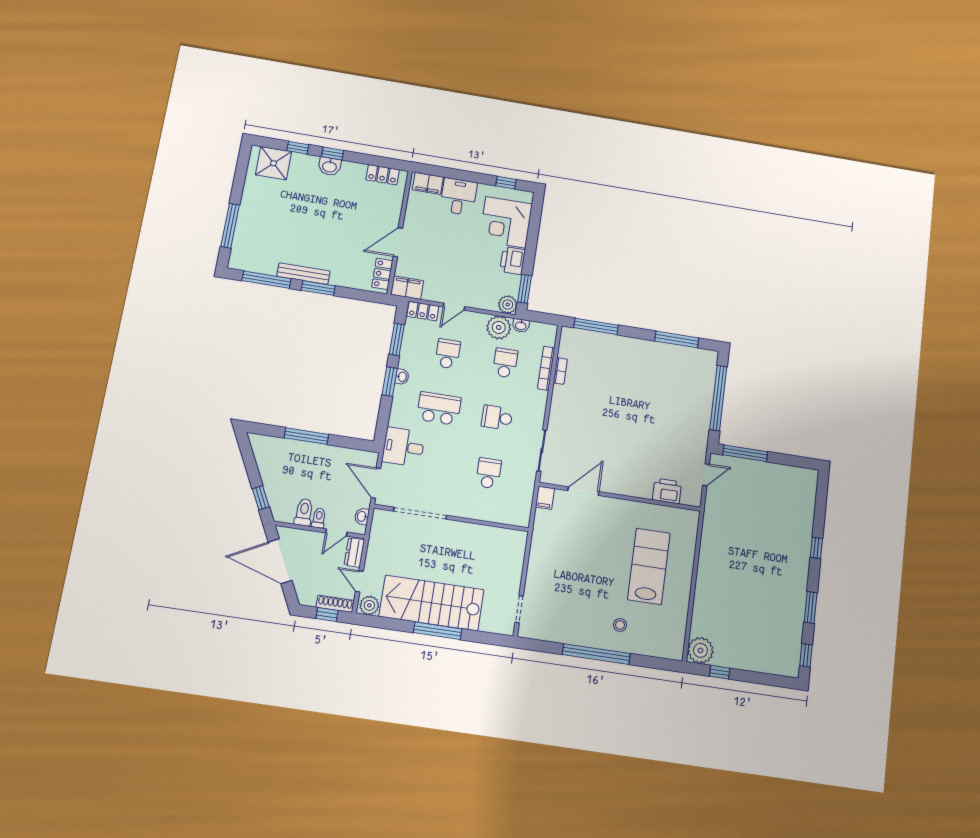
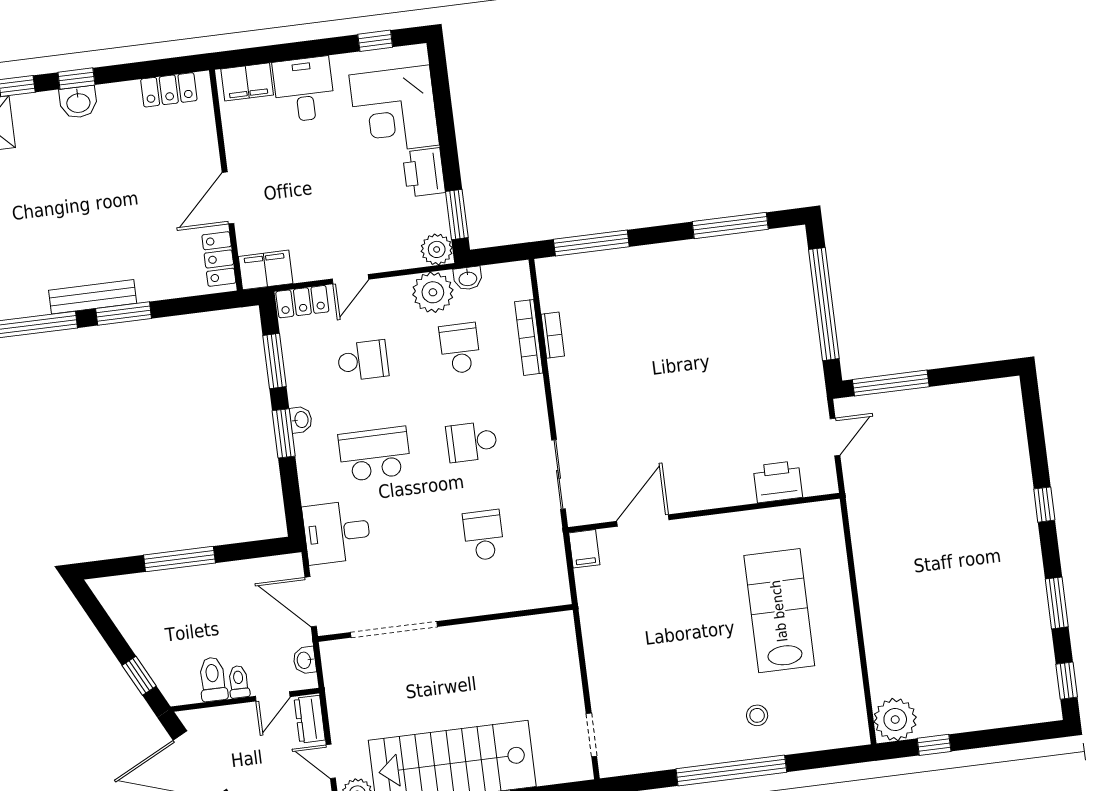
school desk: (448, 354) -> (363, 361), turned 90

